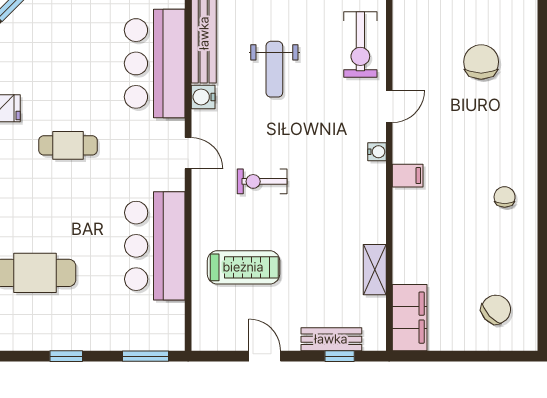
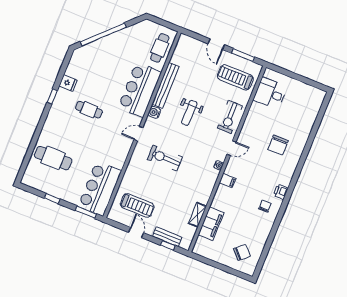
chair: (481, 62) -> (278, 145), turned 180
door: (188, 153) -> (138, 134), swing flipped
printer: (525, 155) -> (281, 192), added
exercise bike: (262, 181) -> (165, 158), width x1.38, depth x1.39
bar counter: (155, 246) -> (100, 189), moved
treadmill: (243, 267) -> (137, 205), moved
filing cabinet: (410, 318) -> (211, 224), moved

